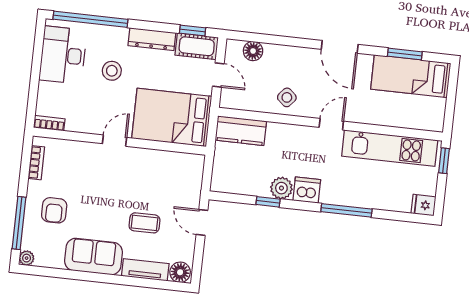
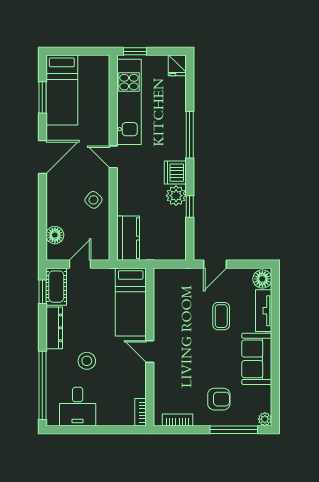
desk: (63, 55) -> (78, 407), width x0.73
bed: (172, 117) -> (131, 302), width x0.67

